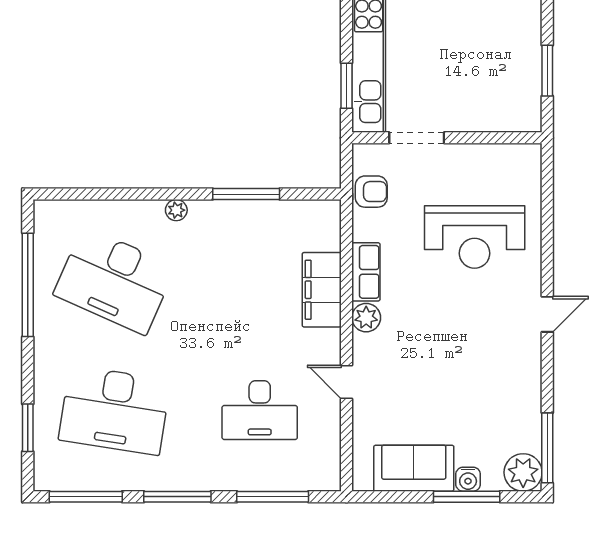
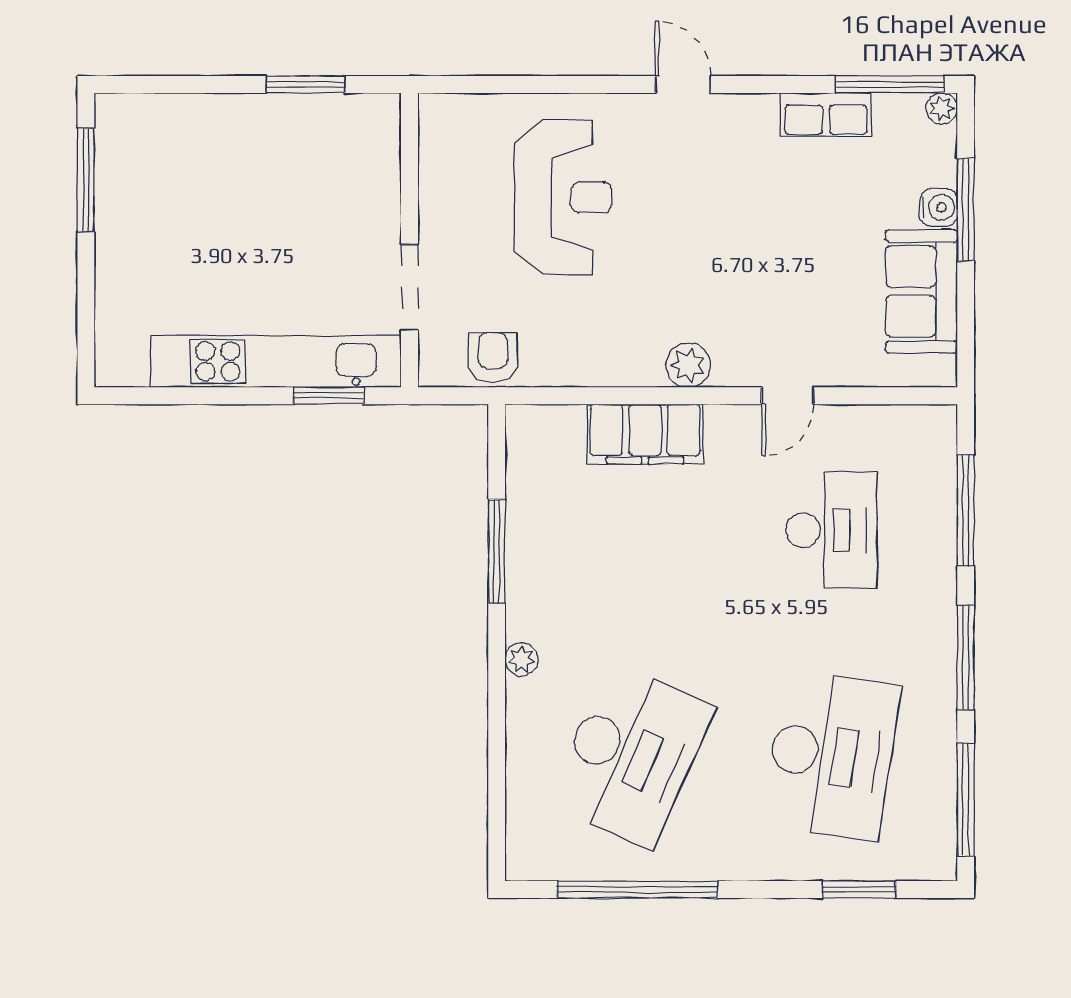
row of seats: (366, 272) -> (826, 114), moved, turned 180
plant: (523, 472) -> (942, 108), width x0.53, depth x0.53

